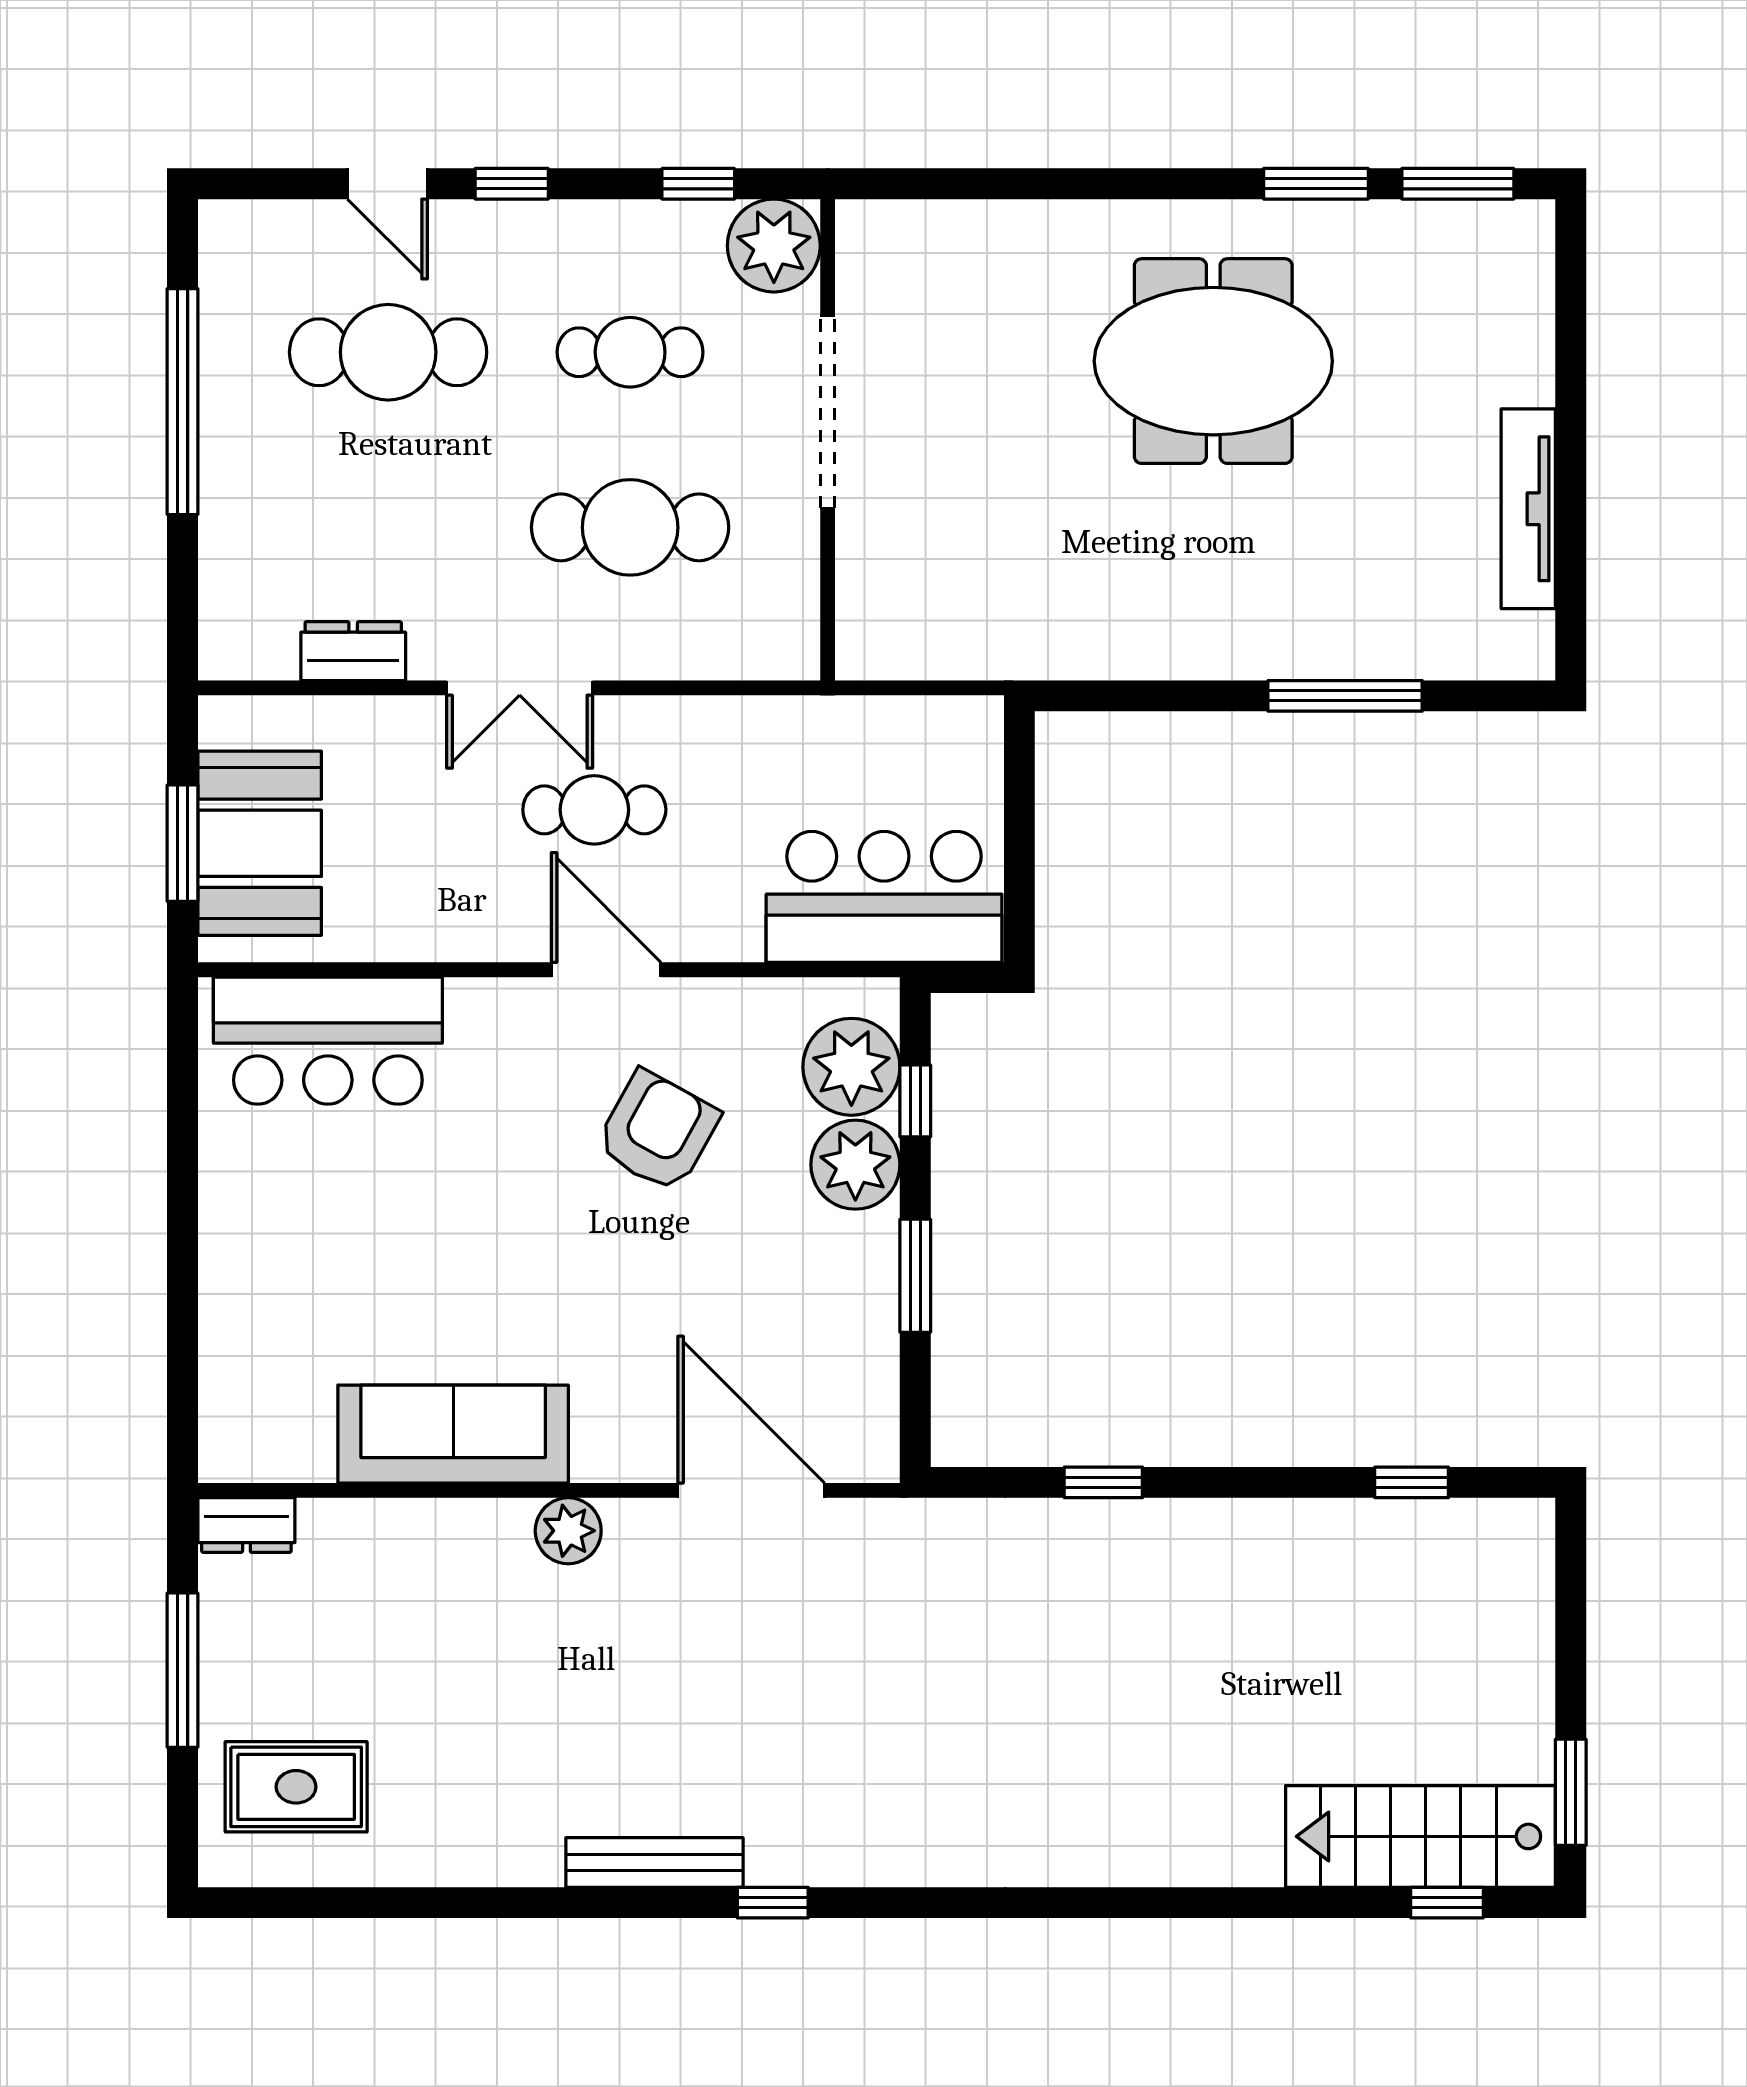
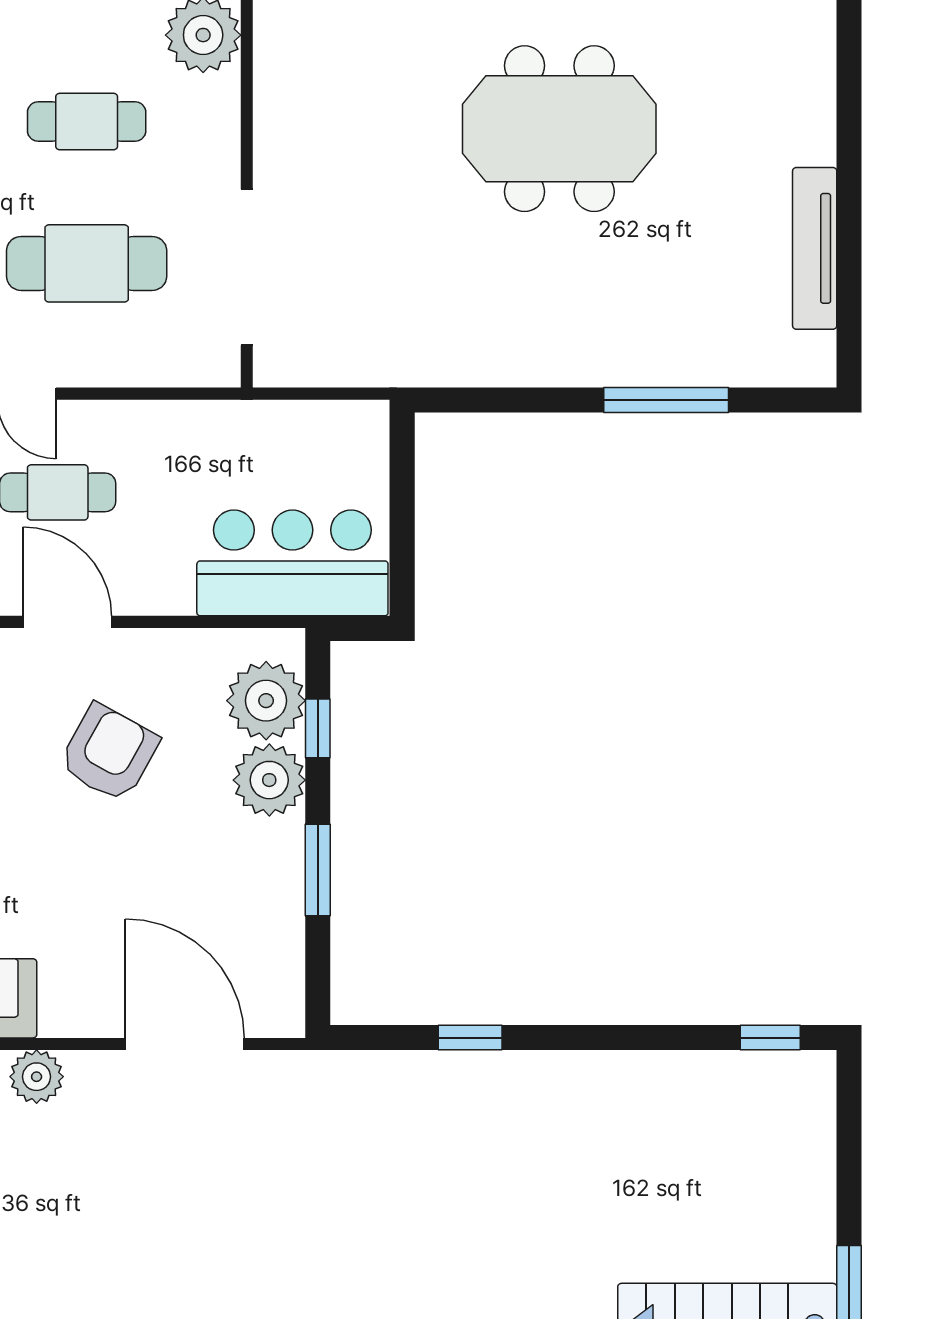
doorway: (828, 412) -> (247, 267), moved
window: (1412, 1482) -> (770, 1038), moved

